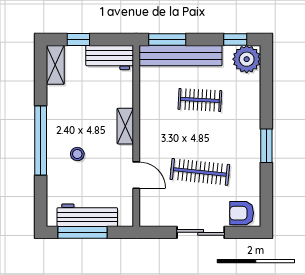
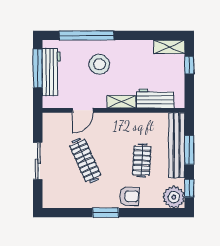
window: (167, 39) -> (189, 150), moved
workbench: (110, 58) -> (155, 99), moved, turned 90
window: (41, 141) -> (87, 35), moved
stool: (77, 154) -> (99, 64), width x1.89, depth x1.89
clothes rail: (200, 172) -> (85, 160), turned -30
armchair: (242, 213) -> (129, 196), moved, turned 90

